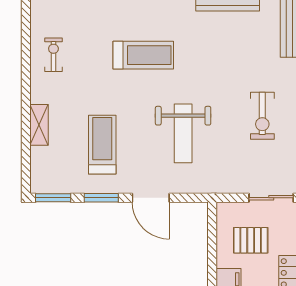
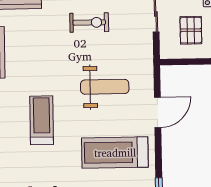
treadmill: (102, 145) -> (115, 153), width x1.37, depth x1.38
window: (101, 198) -> (158, 152), removed

